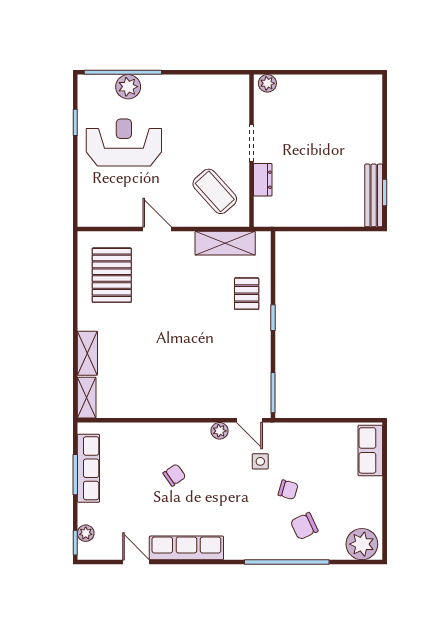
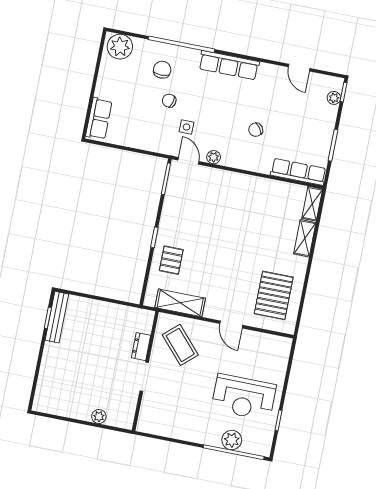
plant: (267, 83) -> (99, 417), moved
row of seats: (88, 468) -> (298, 172), moved, turned 90
chair: (304, 526) -> (162, 70), turned -65
row of seats: (186, 548) -> (229, 65), moved

